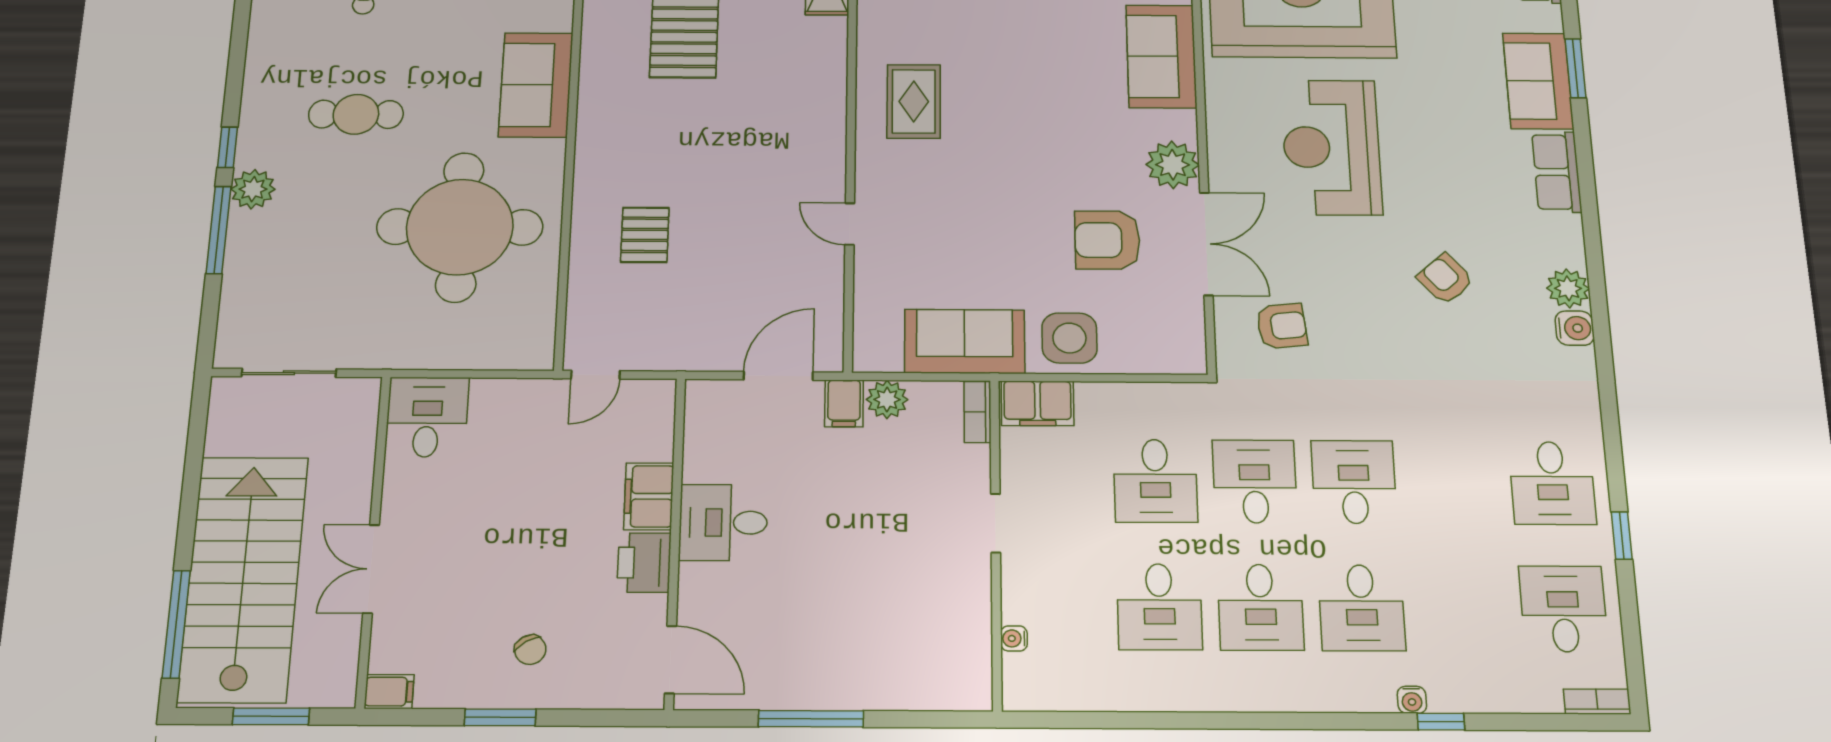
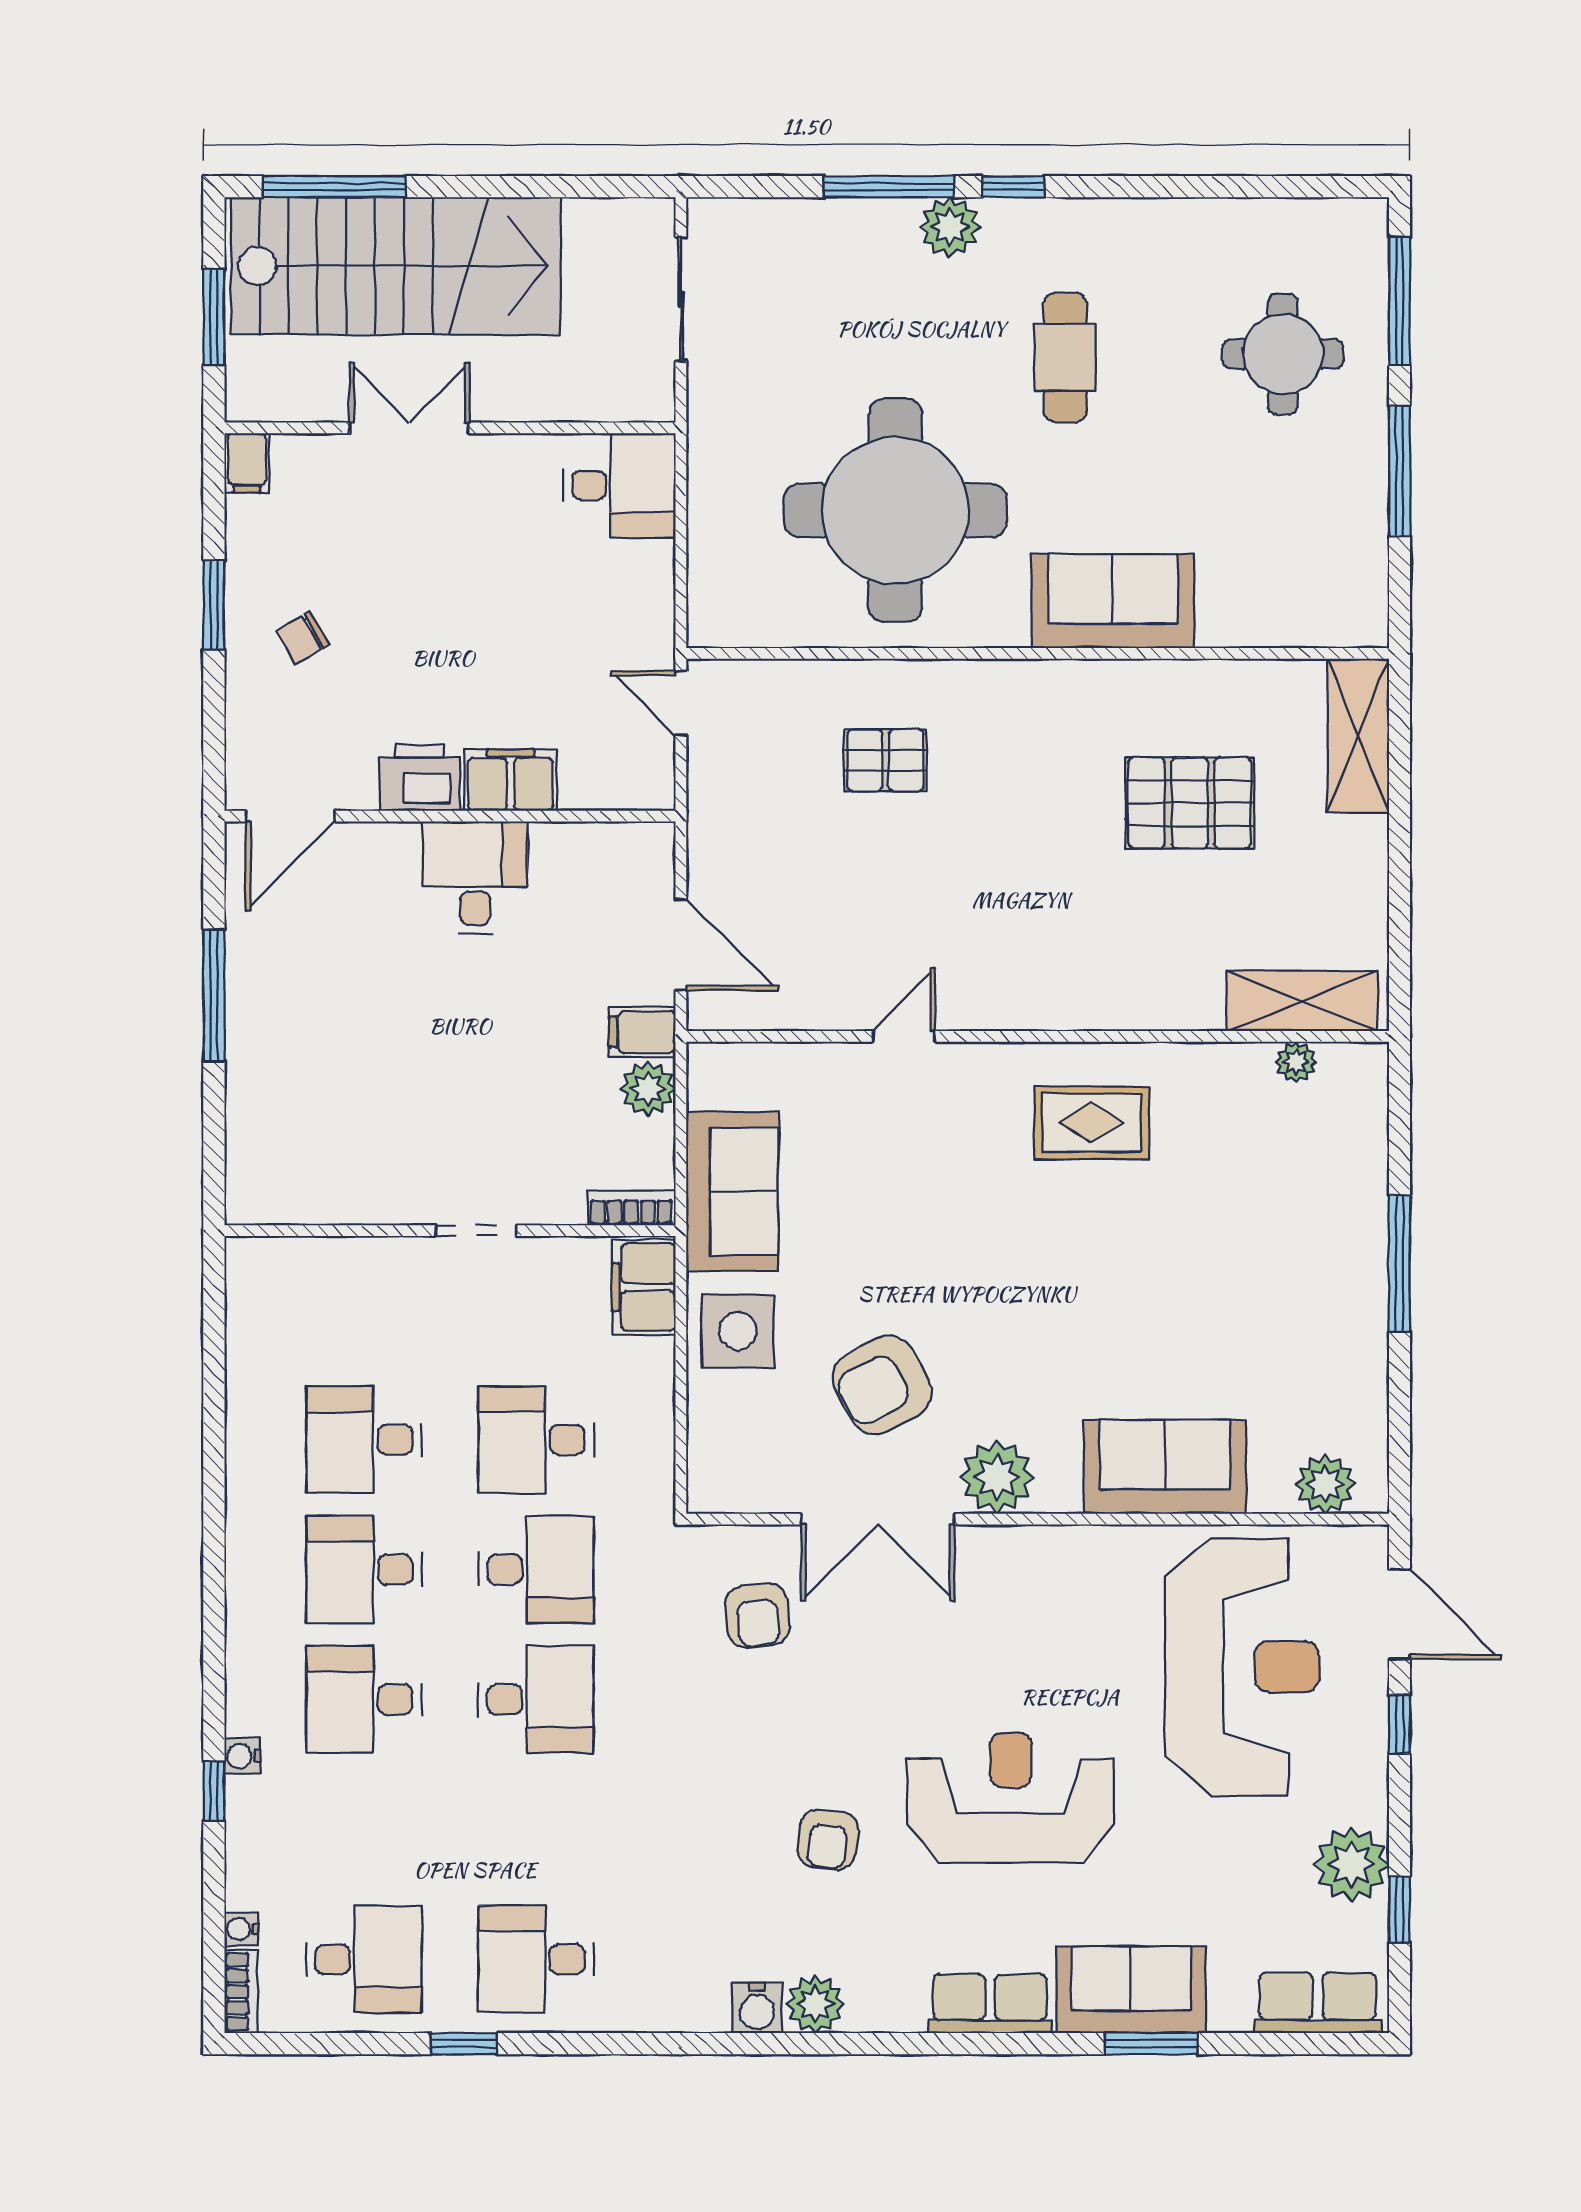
reception desk: (1331, 147) -> (1011, 1798), moved
armchair: (1107, 240) -> (882, 1385), turned -118
armchair: (1445, 279) -> (828, 1840), turned 137
water cooler: (1014, 638) -> (241, 1929), moved, turned -90

